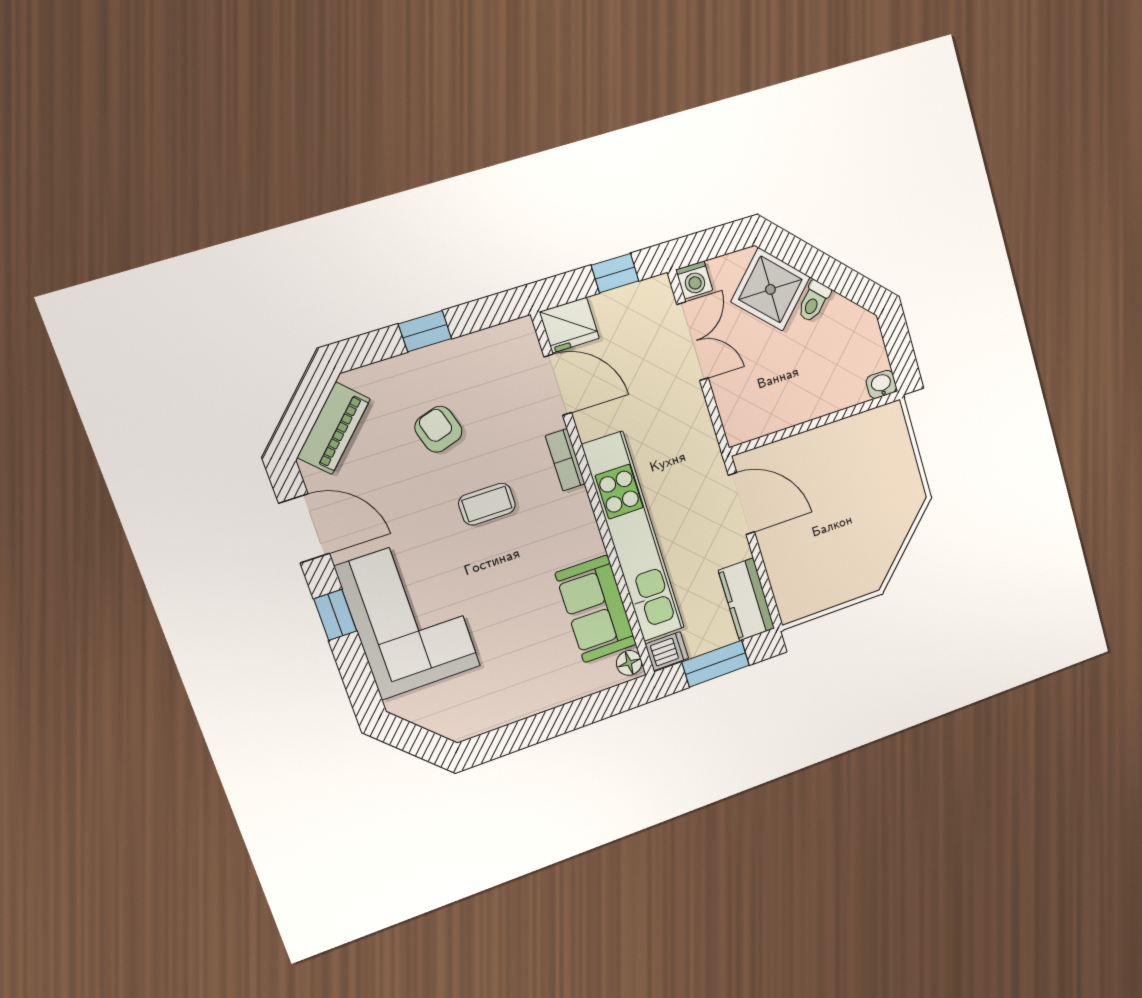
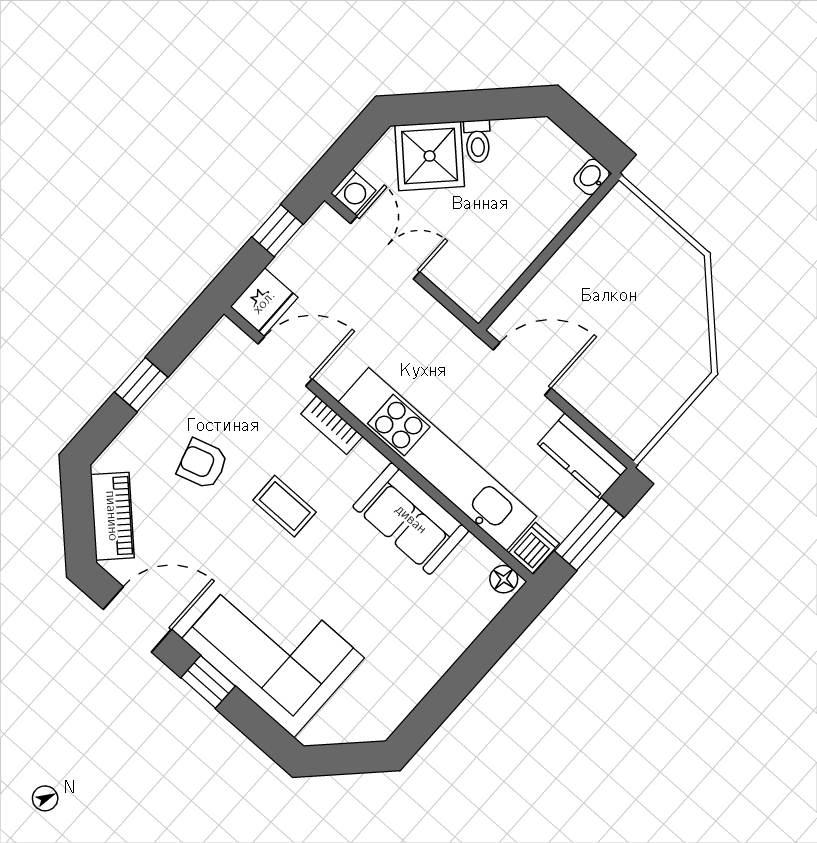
coffee table: (487, 504) -> (285, 506), turned 90
sofa: (596, 609) -> (411, 519), moved

